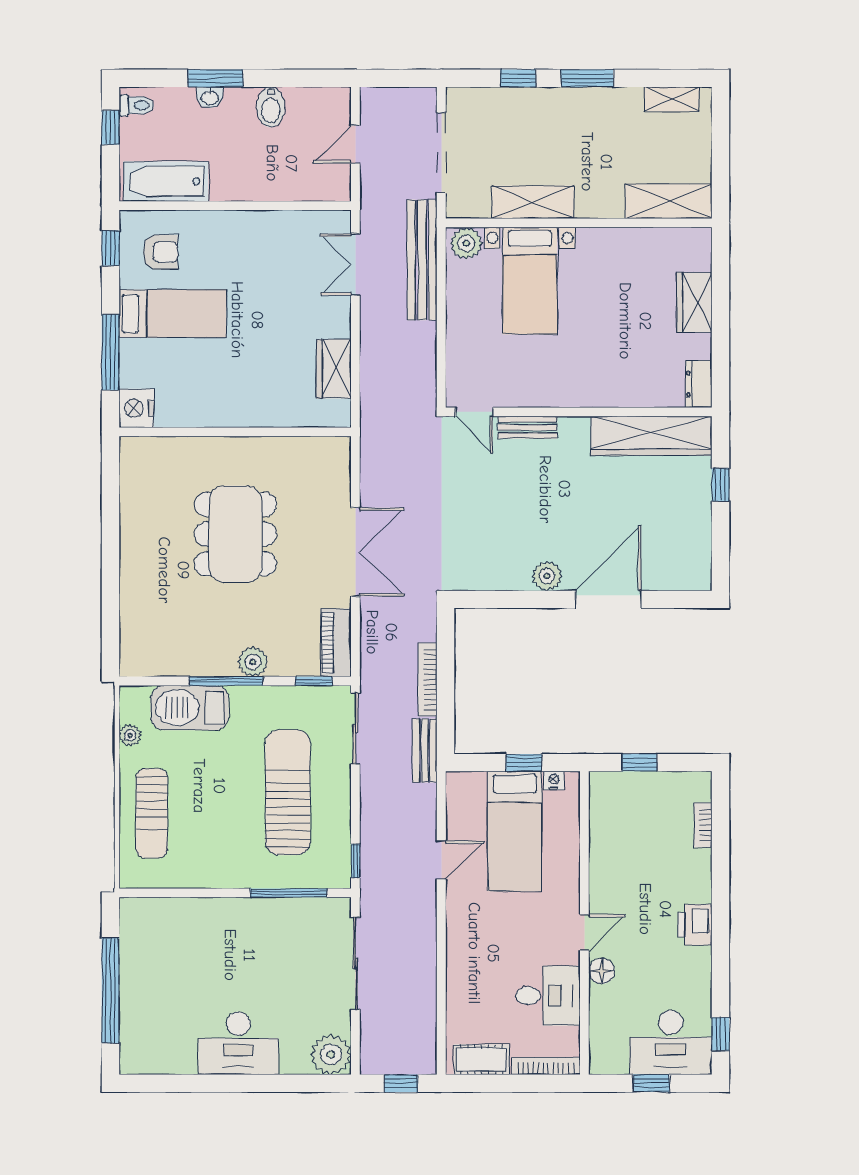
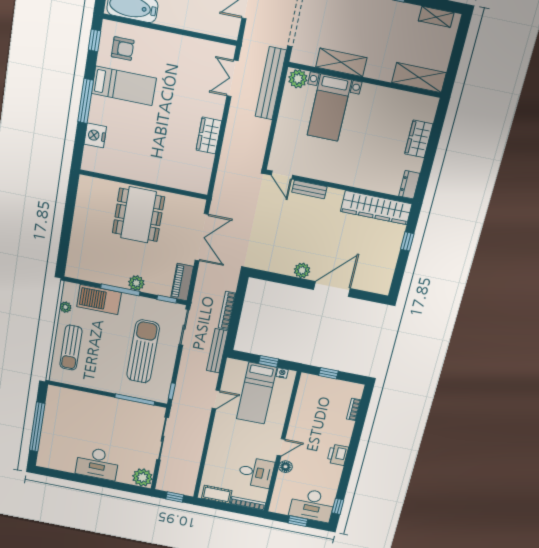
wall: (235, 432) -> (143, 185), moved
bench: (425, 750) -> (217, 351), width x1.36

